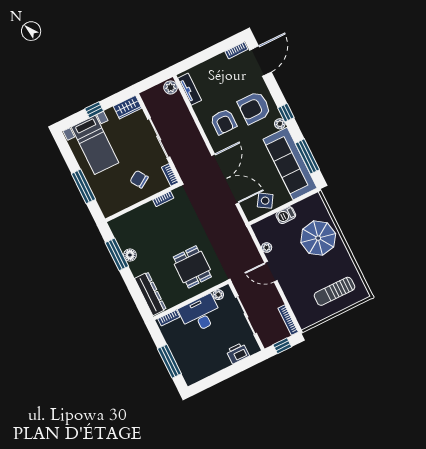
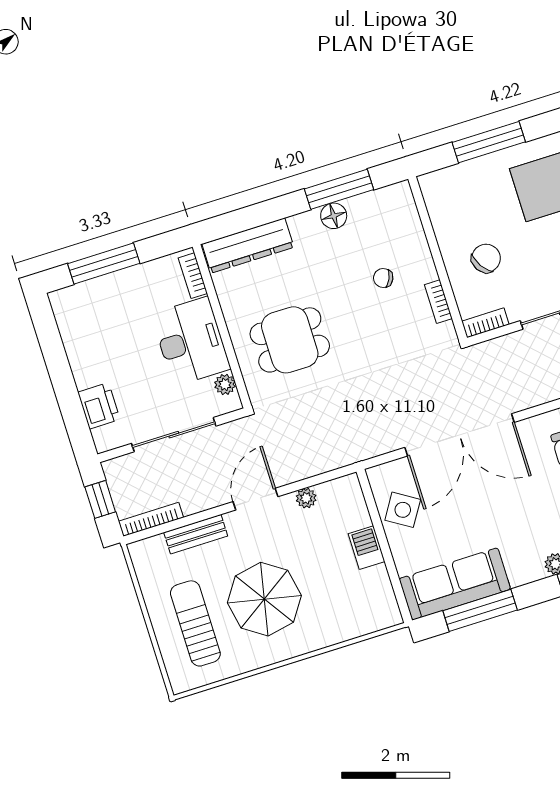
sofa: (290, 164) -> (455, 584), width x0.74, depth x0.79
chair: (156, 227) -> (383, 278), added
parasol: (318, 238) -> (264, 599), moved
bench: (292, 298) -> (196, 534), added

